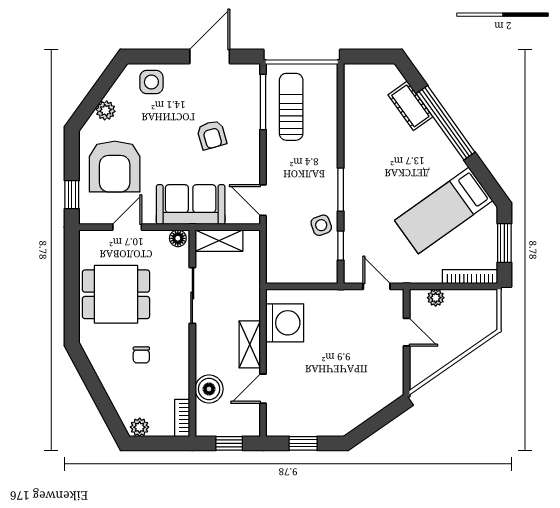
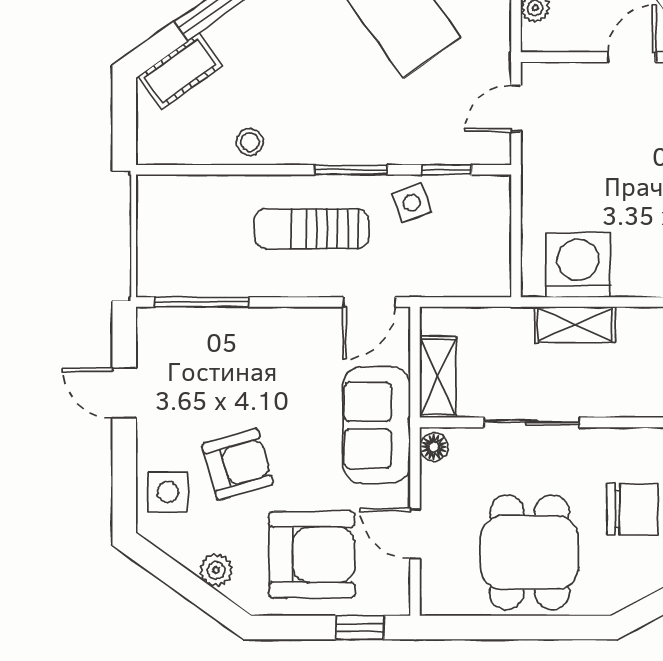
door: (210, 56) -> (124, 393), width x0.73
cot: (410, 106) -> (180, 71), moved
sun lounger: (291, 107) -> (312, 229), moved
stool: (357, 130) -> (250, 142), added
armchair: (212, 135) -> (238, 464), moved, width x1.38, depth x1.38
door: (407, 332) -> (632, 57), moved
shelving: (250, 344) -> (575, 325), moved
chair: (141, 355) -> (633, 509), width x1.87, depth x1.87

